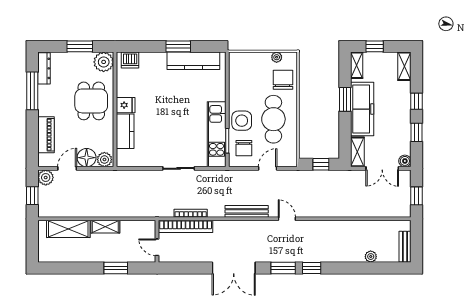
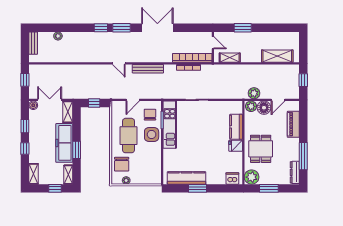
plant: (46, 178) -> (254, 93), moved
shelving: (105, 227) -> (230, 58), moved

